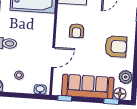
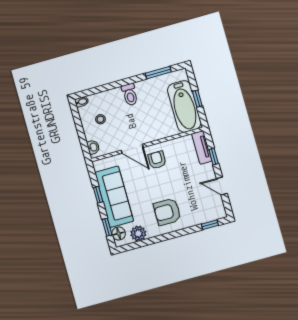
armchair: (77, 31) -> (157, 160), moved, turned 90
armchair: (116, 47) -> (167, 212), turned 90
window: (65, 98) -> (98, 195), moved

